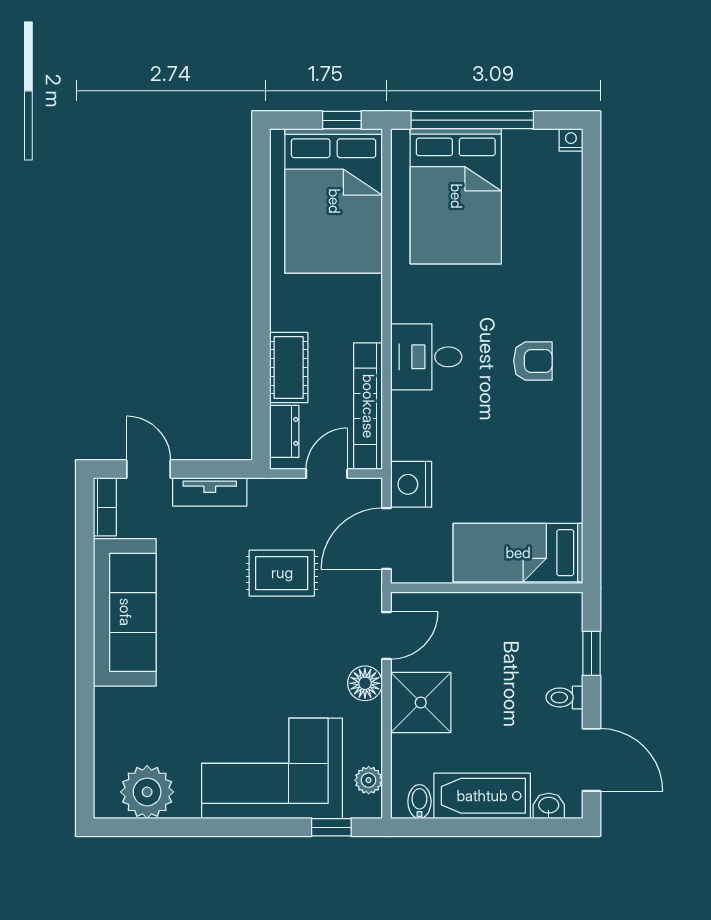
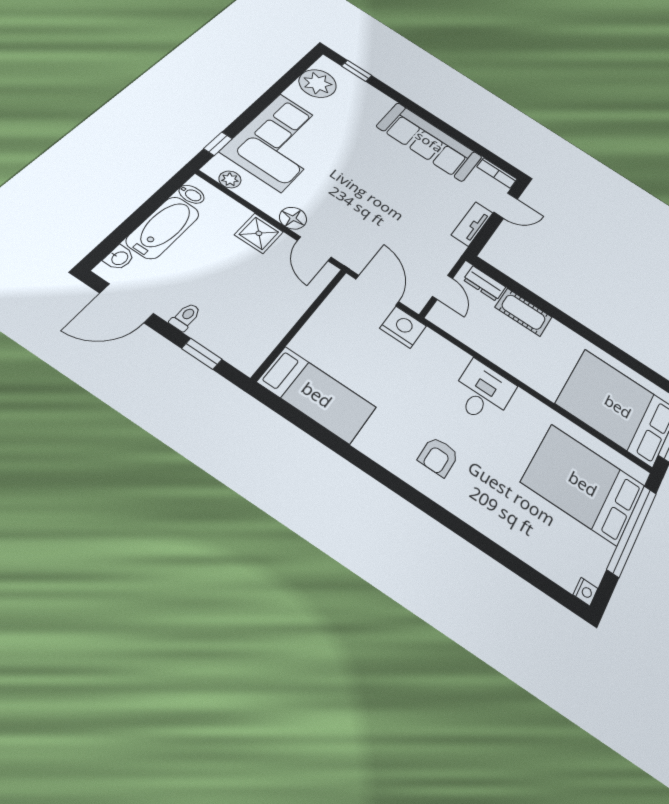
bookcase: (368, 406) -> (471, 338), removed
bed: (518, 553) -> (317, 395), moved, turned 90
rug: (282, 573) -> (397, 224), removed
shower: (421, 703) -> (259, 233), width x0.73, depth x0.73
window: (85, 764) -> (357, 71), added

